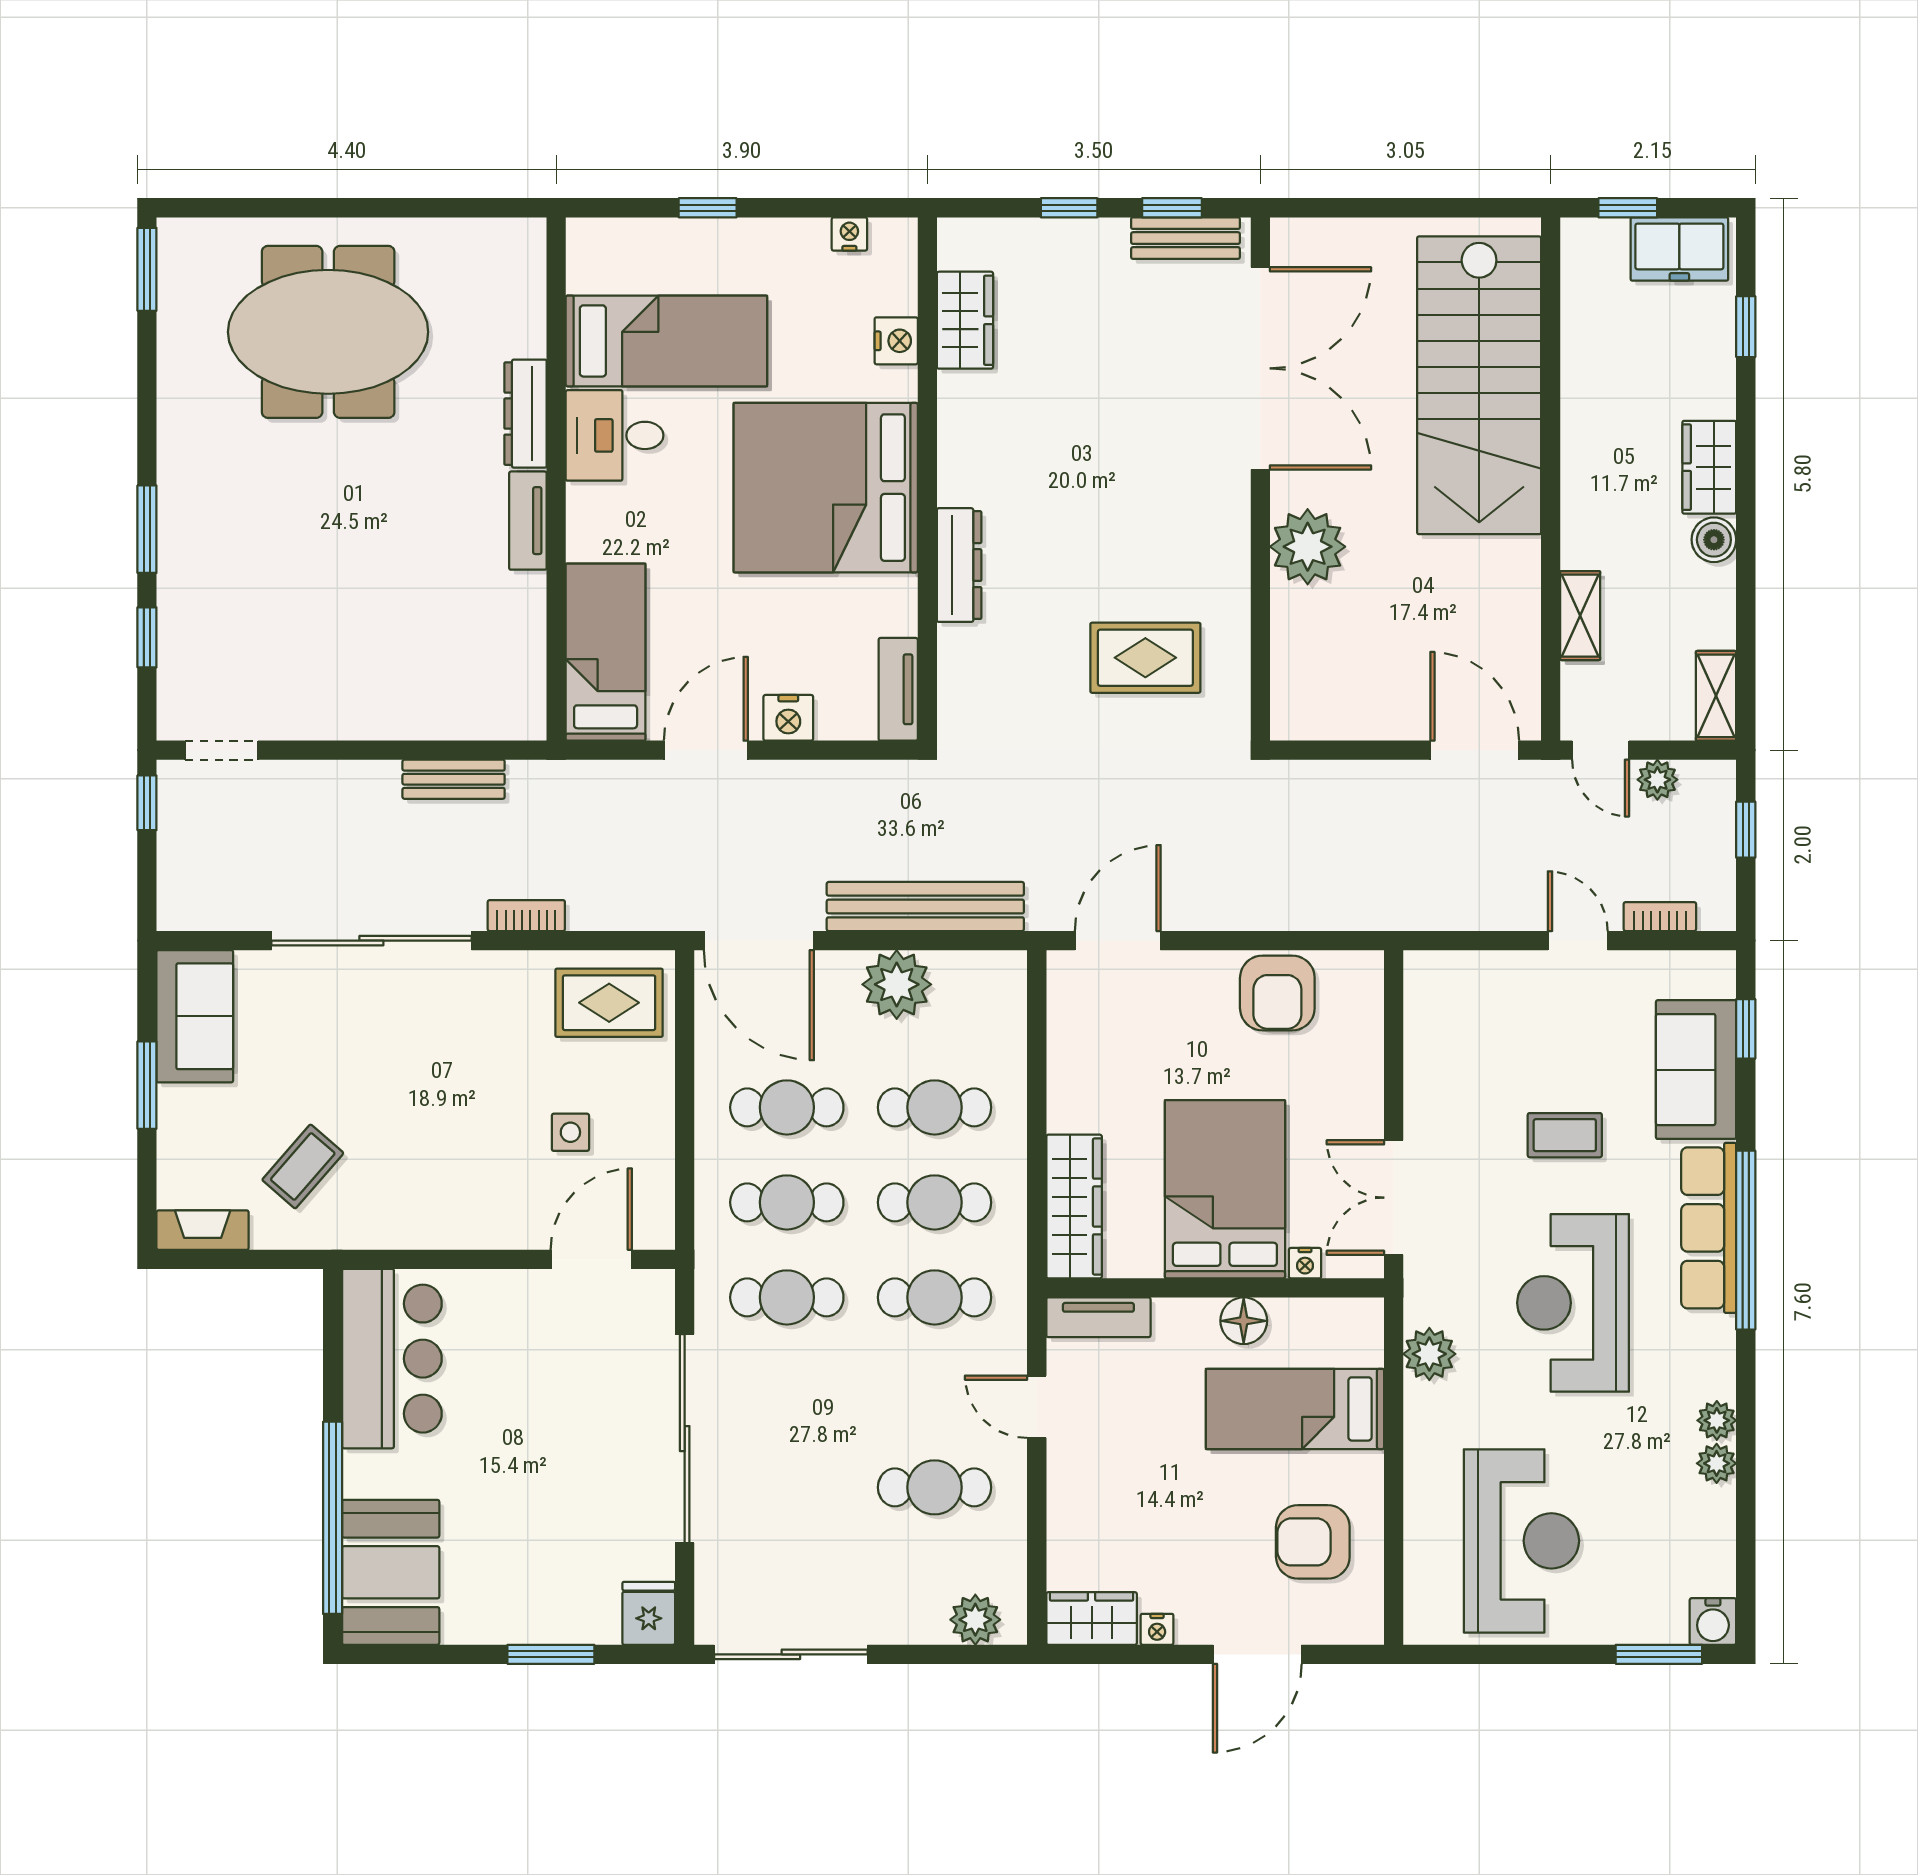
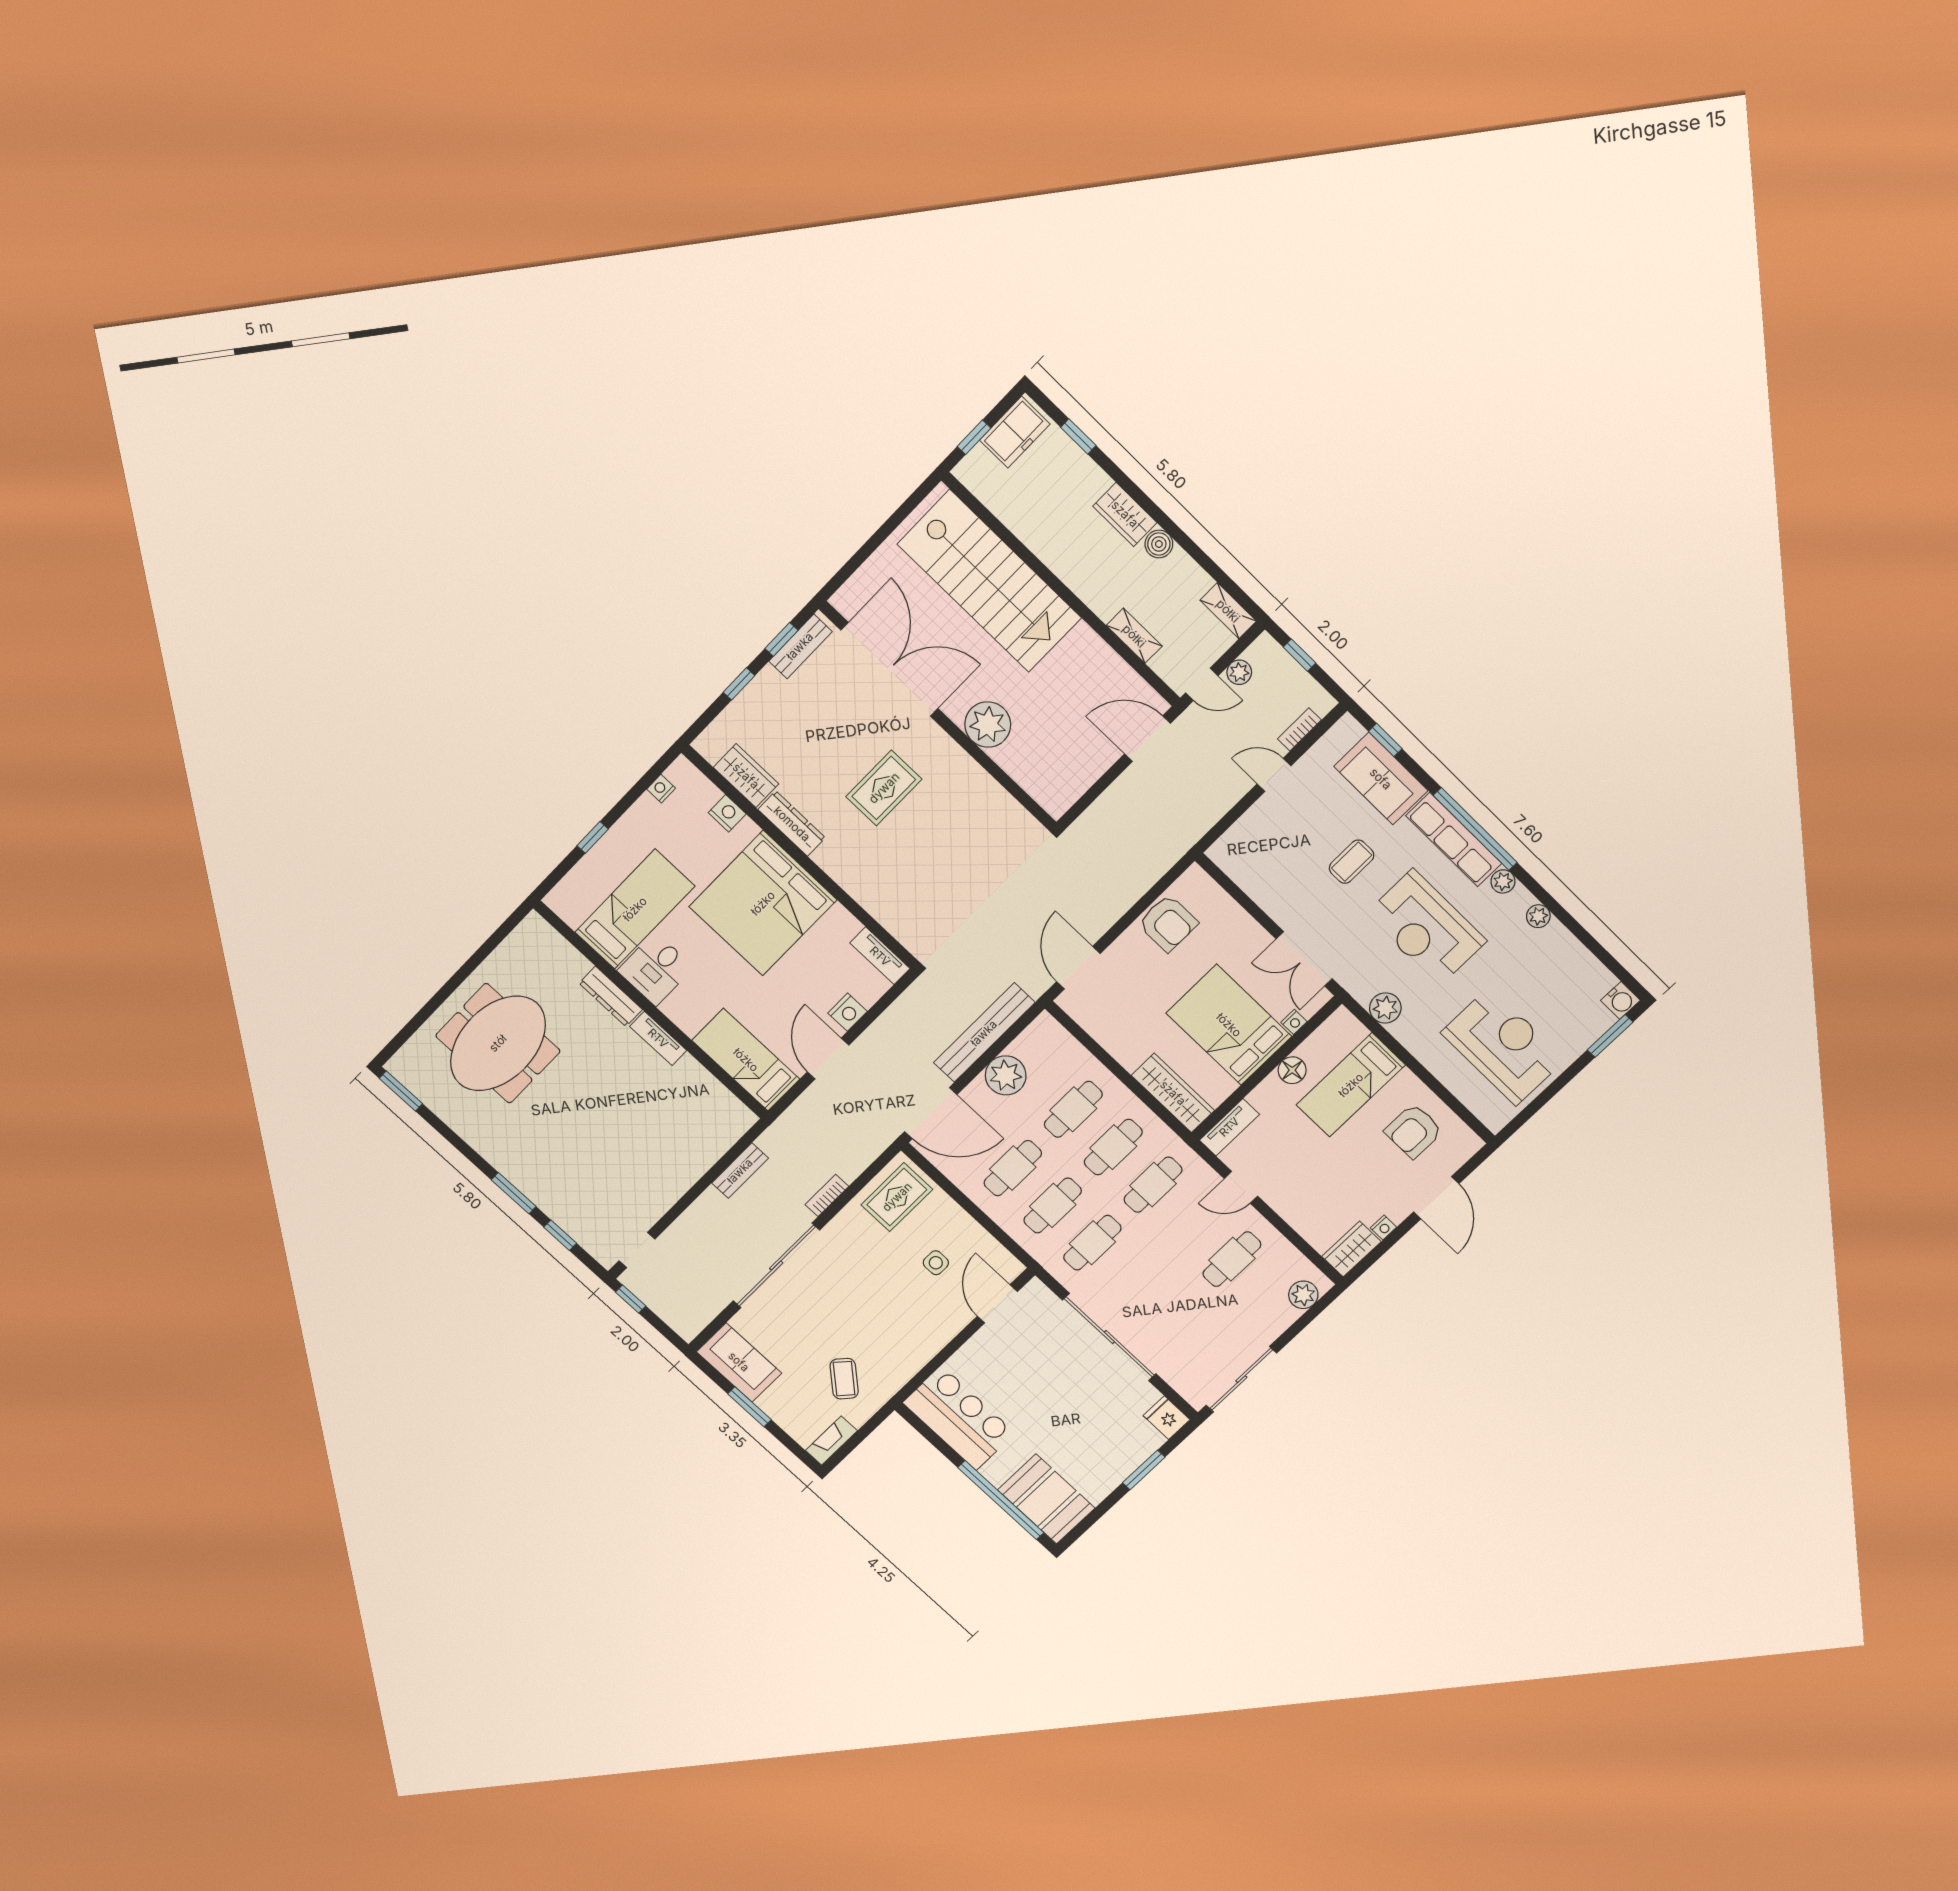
dresser: (959, 565) -> (792, 824), moved
rug: (1145, 658) -> (884, 788), moved
plant: (1717, 1463) -> (1503, 881), moved

